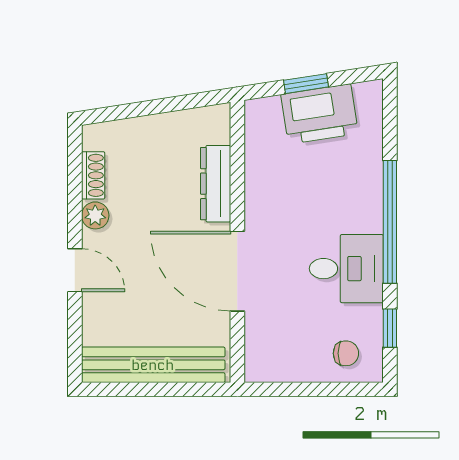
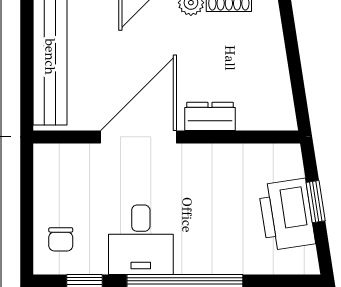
dresser: (216, 184) -> (210, 116), width x0.70

